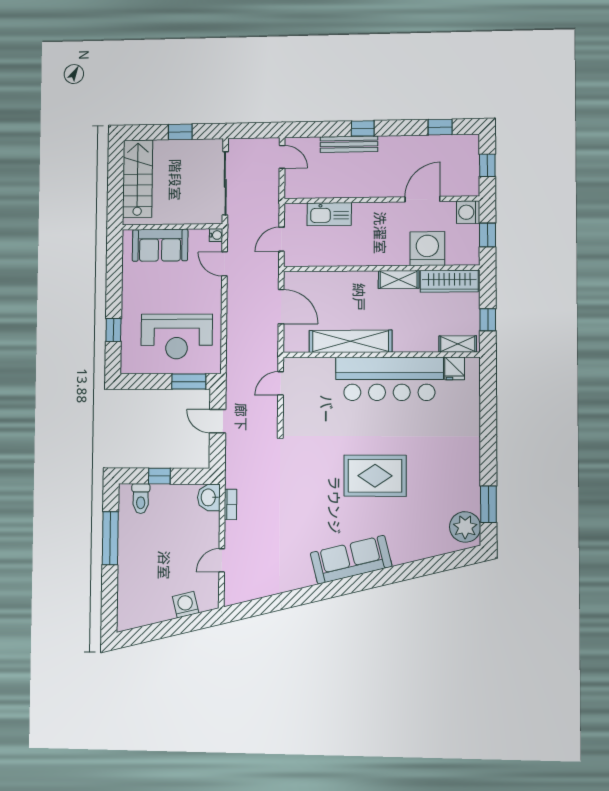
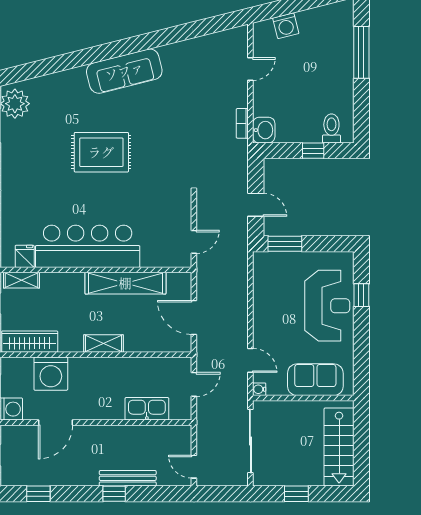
shelving: (399, 279) -> (103, 344), moved
reception desk: (177, 336) -> (327, 306), moved, turned 90
window: (110, 538) -> (361, 52), moved

